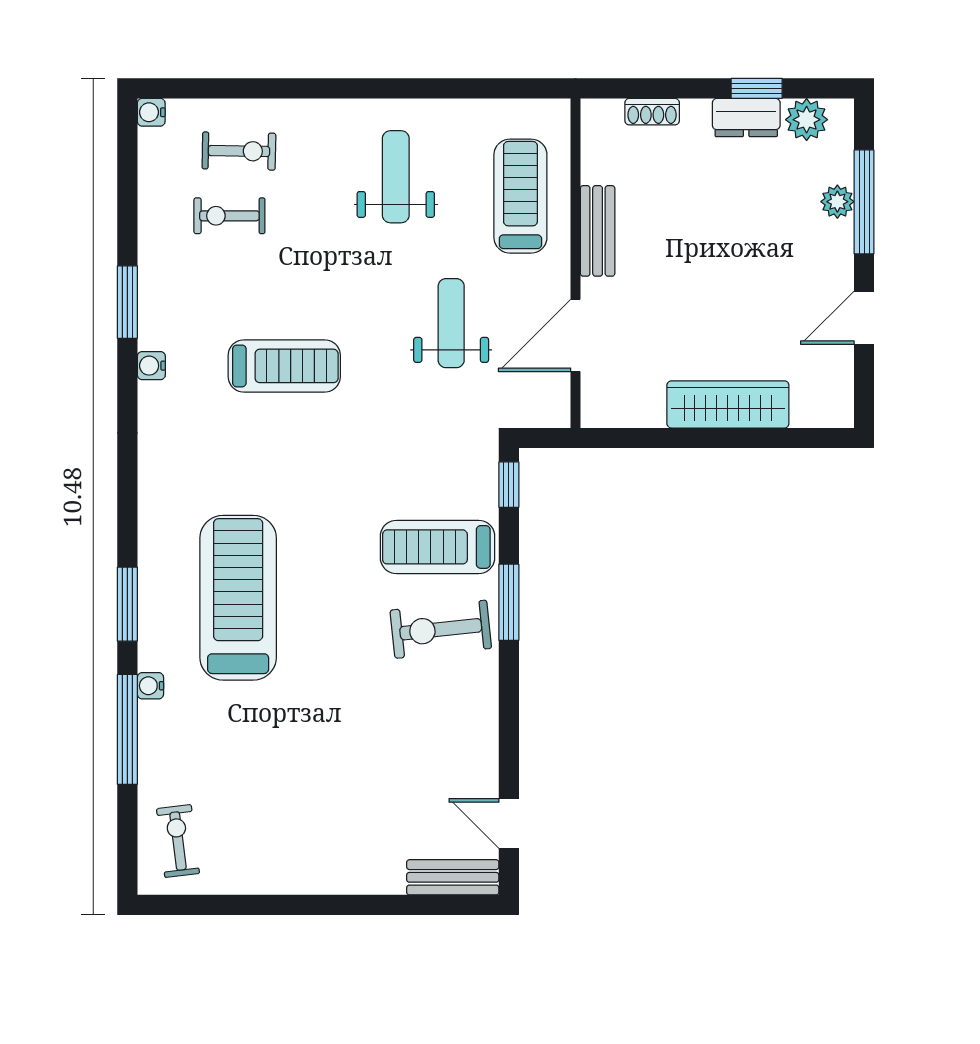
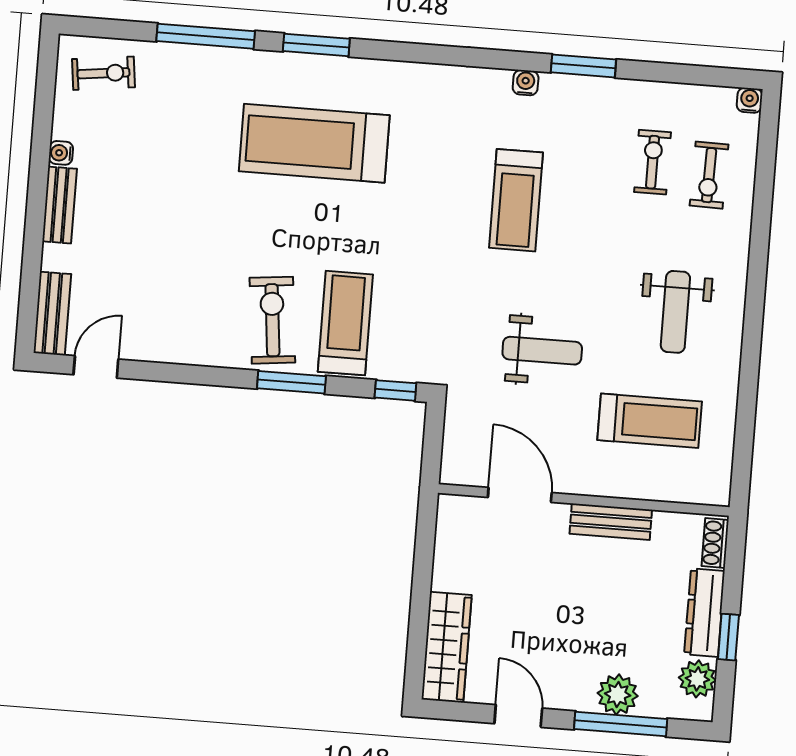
dresser: (746, 117) -> (704, 613), width x1.44
weight bench: (396, 177) -> (675, 312), turned 90
plant: (837, 202) -> (618, 695), width x1.38, depth x1.38
bench: (598, 231) -> (611, 522), moved
wall: (575, 263) -> (584, 500), moved
door: (575, 336) -> (520, 495), moved
wardrobe: (728, 404) -> (447, 647), moved
treadmill: (238, 598) -> (314, 143), turned 180
water cooler: (150, 686) -> (61, 153), moved, turned -90
bench: (330, 879) -> (60, 205), added

